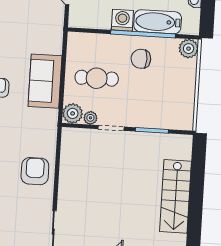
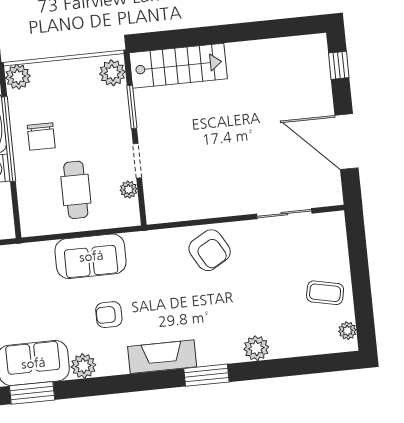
plant: (73, 113) -> (112, 73), moved
armchair: (35, 171) -> (210, 250), turned -120
stairs: (176, 196) -> (178, 66), moved

